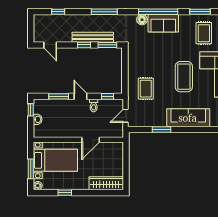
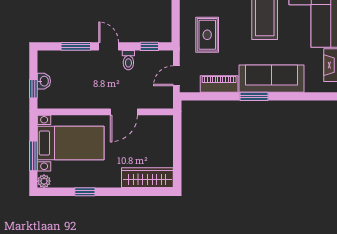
window: (31, 110) -> (33, 89), moved
piano: (154, 121) -> (219, 84), added
window: (161, 130) -> (254, 96), moved

